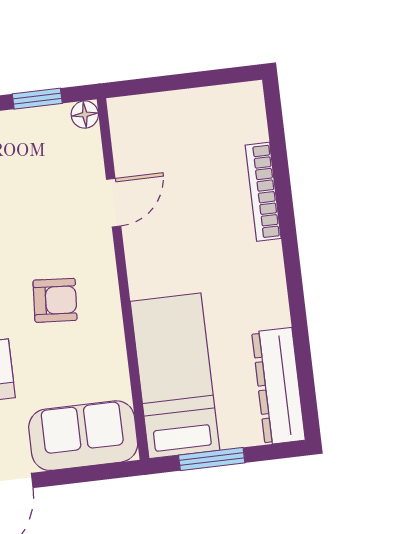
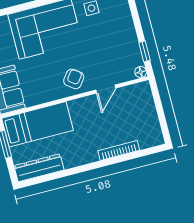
door: (114, 203) -> (106, 89), hinge flipped
armchair: (55, 300) -> (74, 79), moved, turned -147

